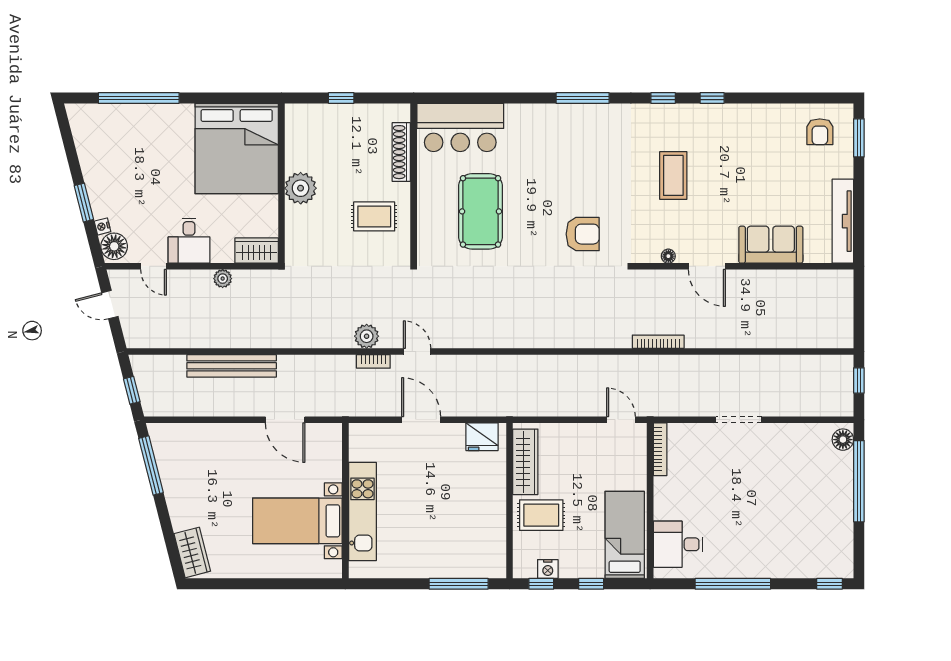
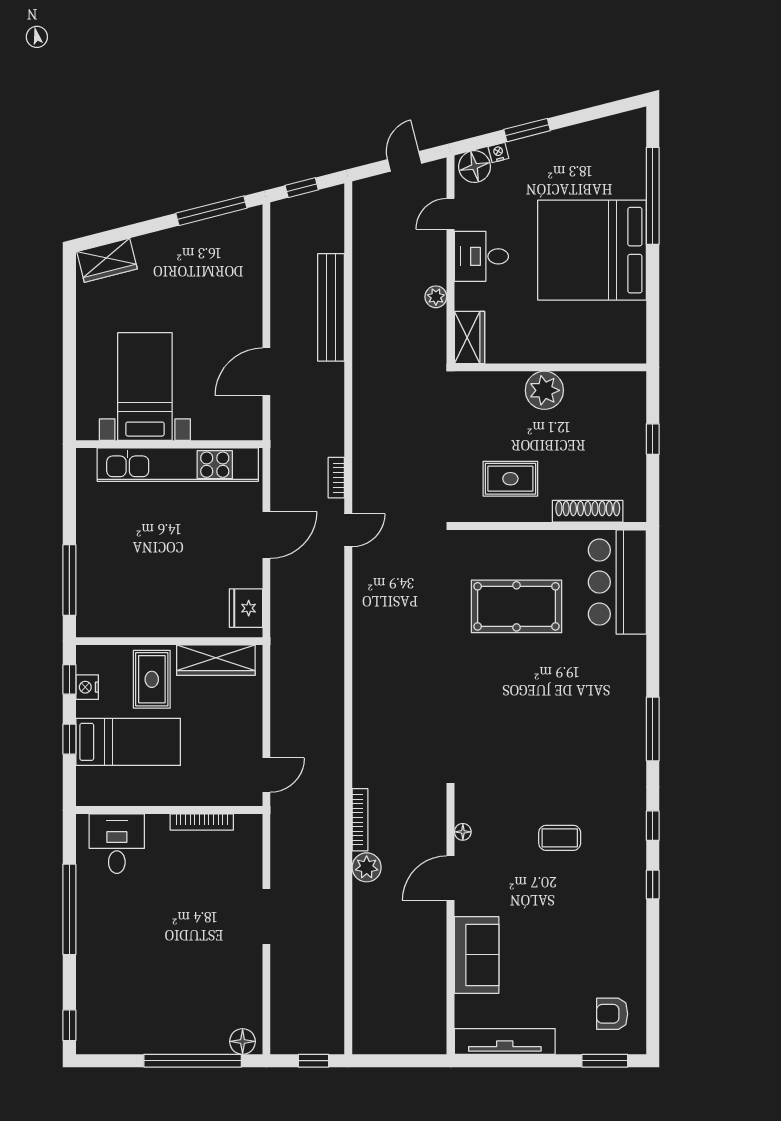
bed: (237, 149) -> (592, 250), moved
coffee table: (673, 175) -> (560, 838), width x0.73, depth x0.77
rug: (374, 216) -> (510, 479), turned 90
armchair: (583, 234) -> (489, 729), removed
plant: (367, 336) -> (367, 867), moved
bookcase: (660, 449) -> (202, 822), moved
kitchen unit: (362, 511) -> (178, 465), width x1.36
bed: (625, 535) -> (128, 742), moved

